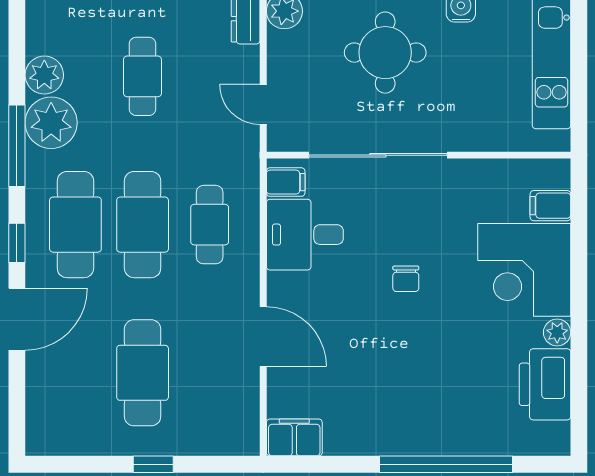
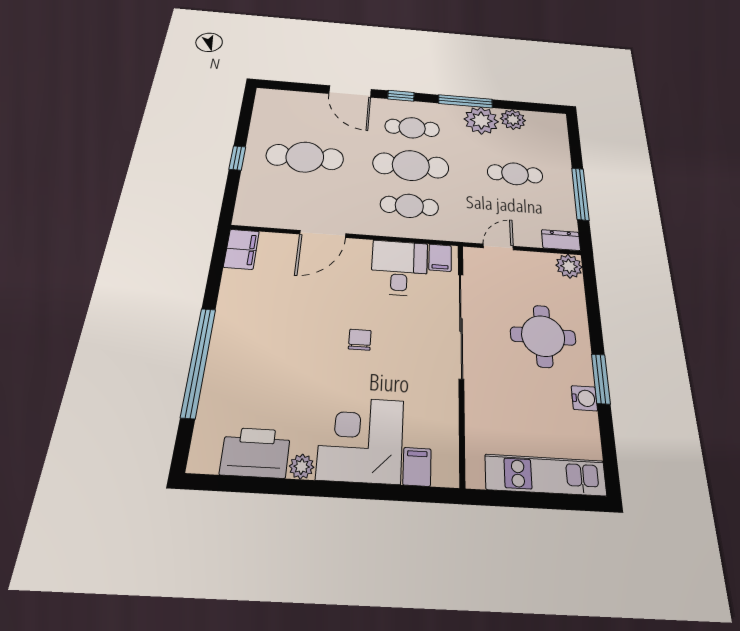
cafe table: (75, 225) -> (412, 128), width x0.73, depth x0.74
chair: (406, 279) -> (360, 340), turned 90

